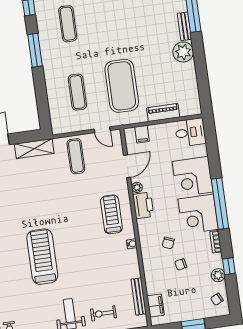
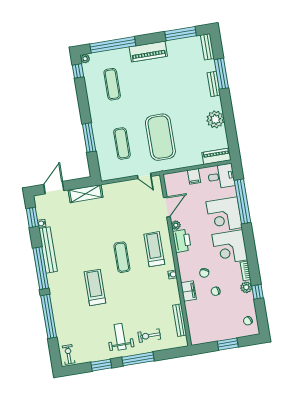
window: (35, 50) -> (89, 138), moved
plant: (183, 52) -> (215, 119), moved
piano: (163, 113) -> (217, 156), moved
filing cabinet: (142, 134) -> (194, 176), moved
exercise mat: (76, 156) -> (122, 257), moved
window: (220, 204) -> (243, 201), moved
treadmill: (42, 257) -> (95, 287), width x0.73, depth x0.73
plant: (218, 275) -> (246, 287), moved
filing cabinet: (156, 306) -> (189, 291), moved

